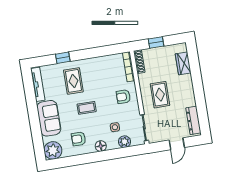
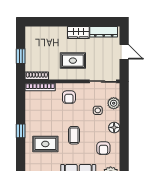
window: (63, 58) -> (21, 131), moved
wardrobe: (183, 63) -> (78, 32), moved

